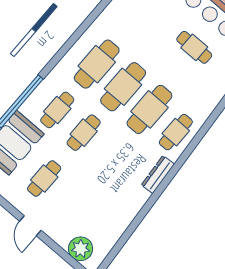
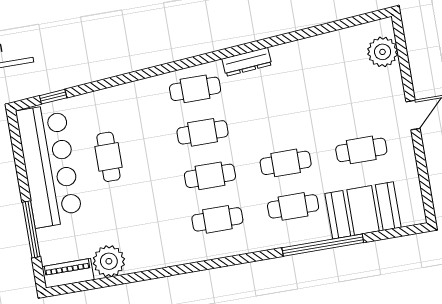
cafe table: (97, 64) -> (217, 219), width x0.73, depth x0.74
cafe table: (123, 87) -> (210, 176), width x0.73, depth x0.74
cafe table: (149, 109) -> (203, 132), width x0.73, depth x0.74

